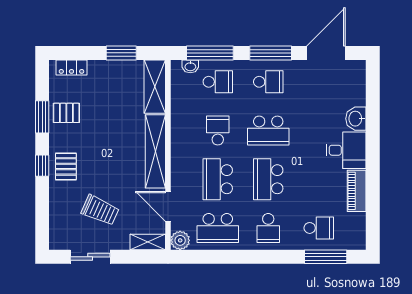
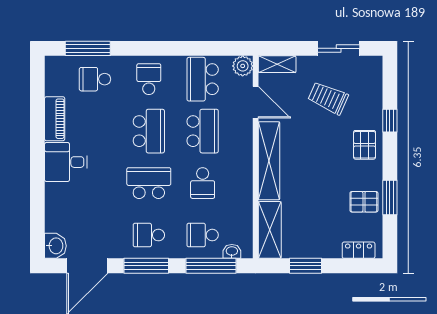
washbasin: (356, 119) -> (55, 246), moved
window: (42, 166) -> (390, 121), moved
school desk: (218, 228) -> (203, 79), turned -90

